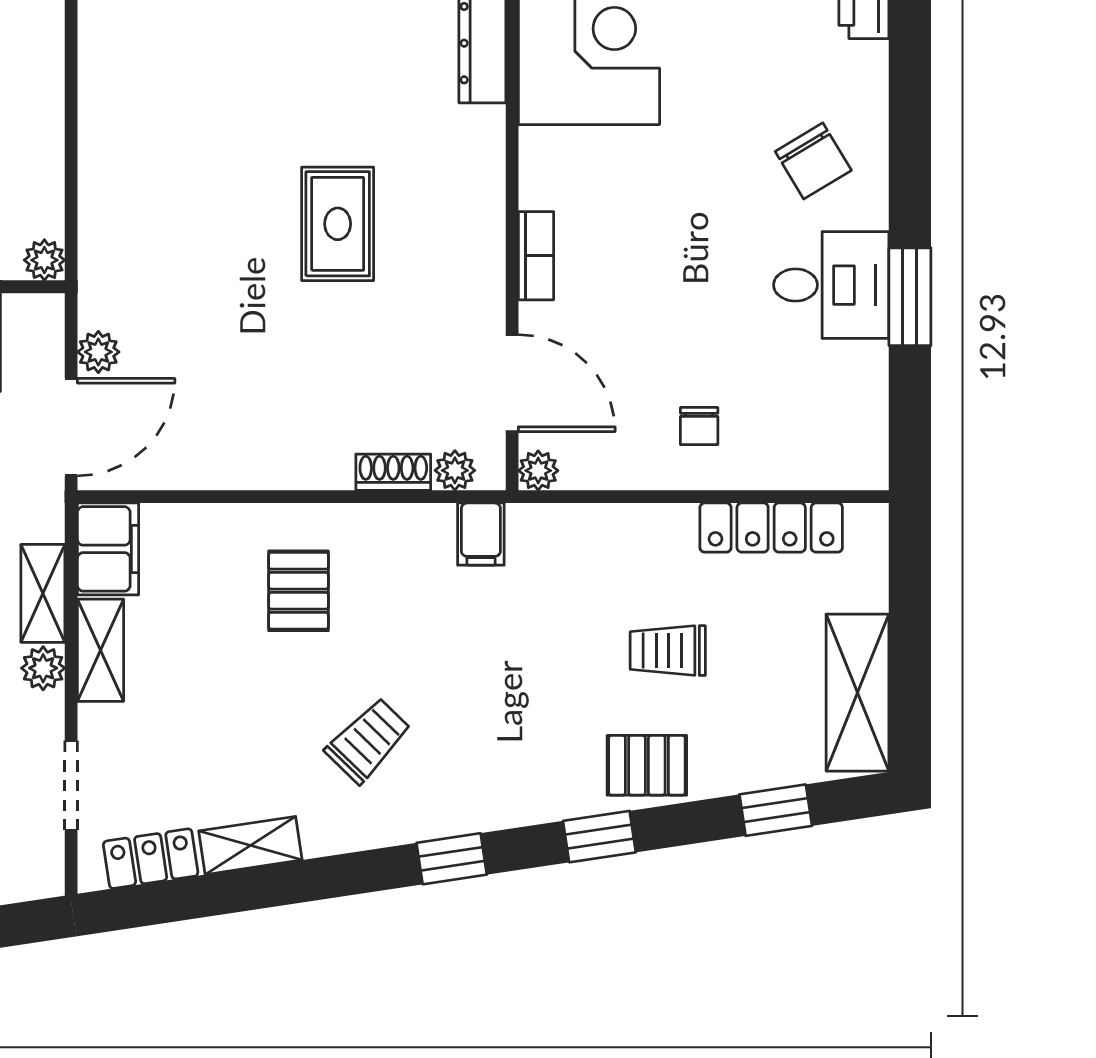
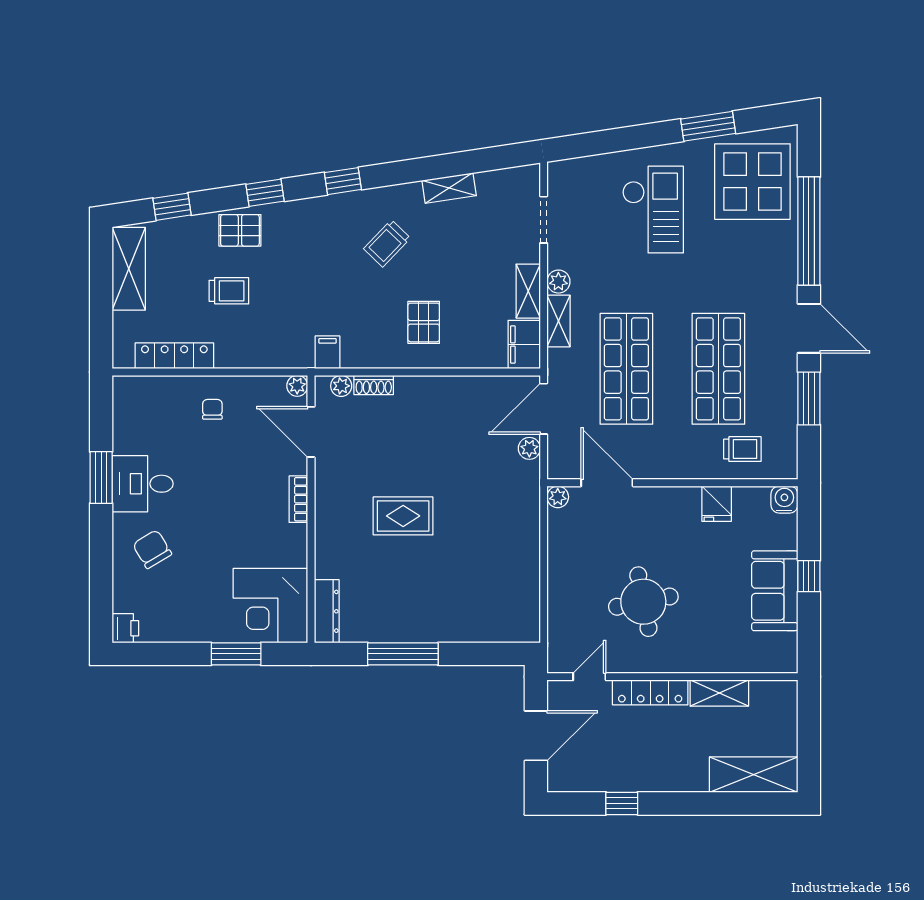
rug: (338, 224) -> (403, 516), turned 90
locker: (151, 859) -> (502, 181), removed

